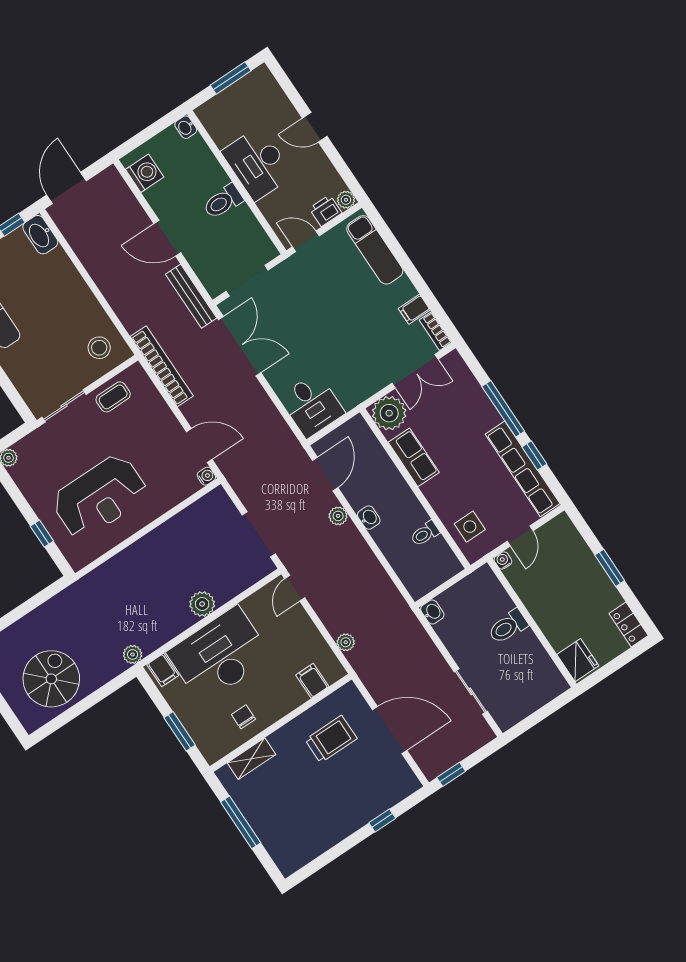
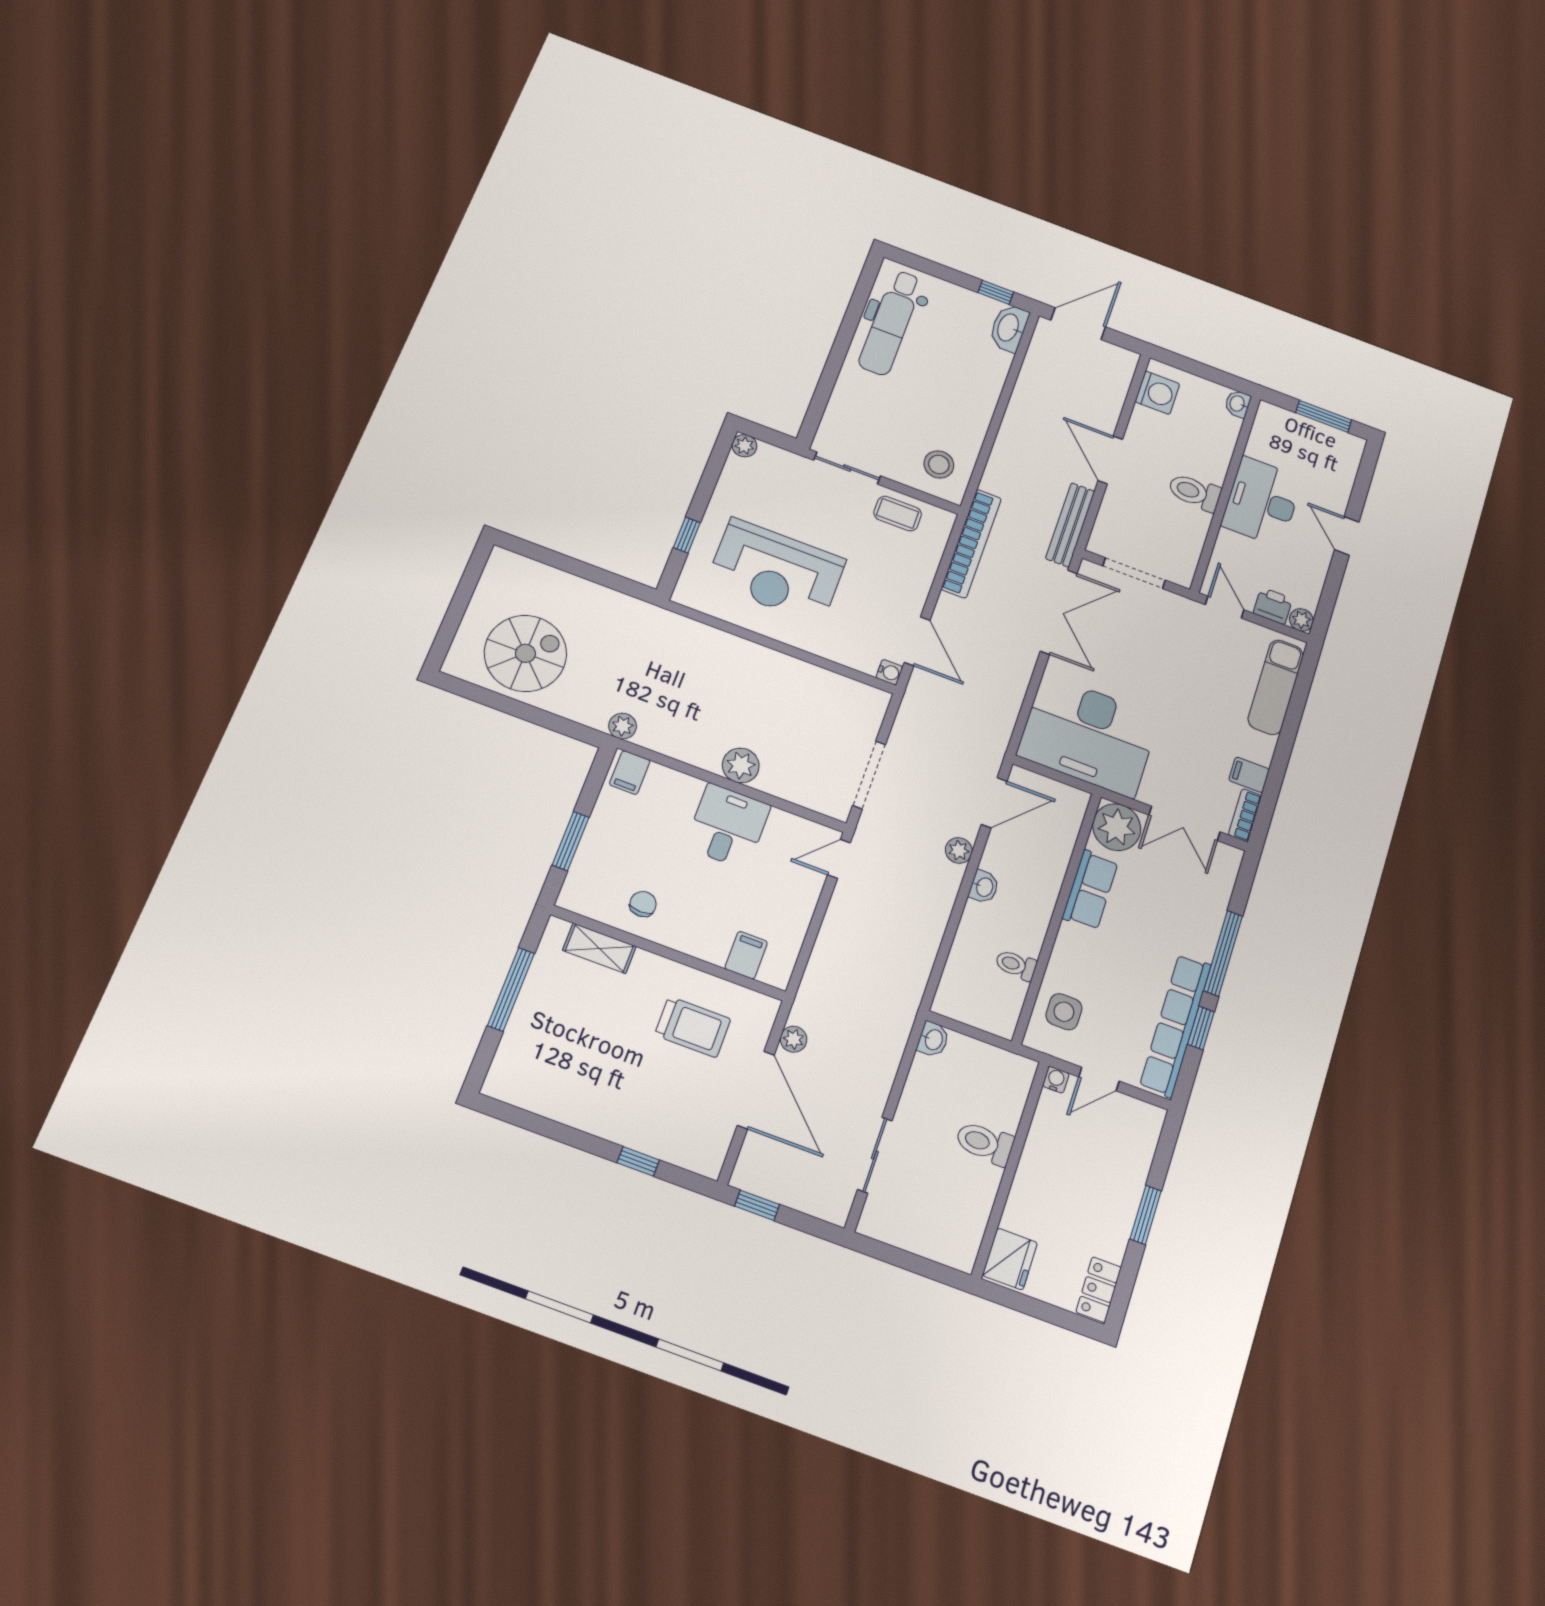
desk: (312, 405) -> (1088, 736), width x1.87, depth x1.30
plant: (346, 642) -> (793, 1039), moved
desk: (219, 655) -> (728, 826), width x0.53, depth x0.77

